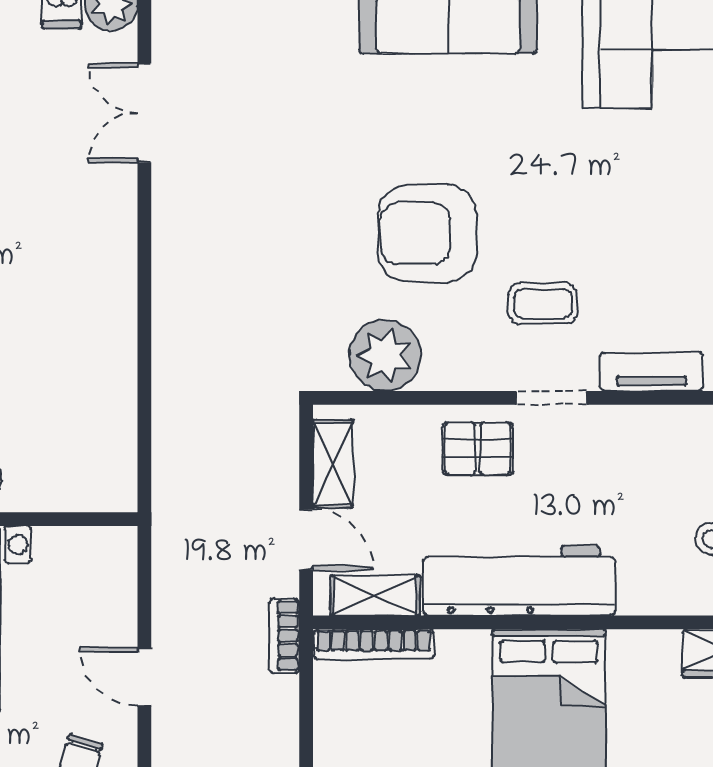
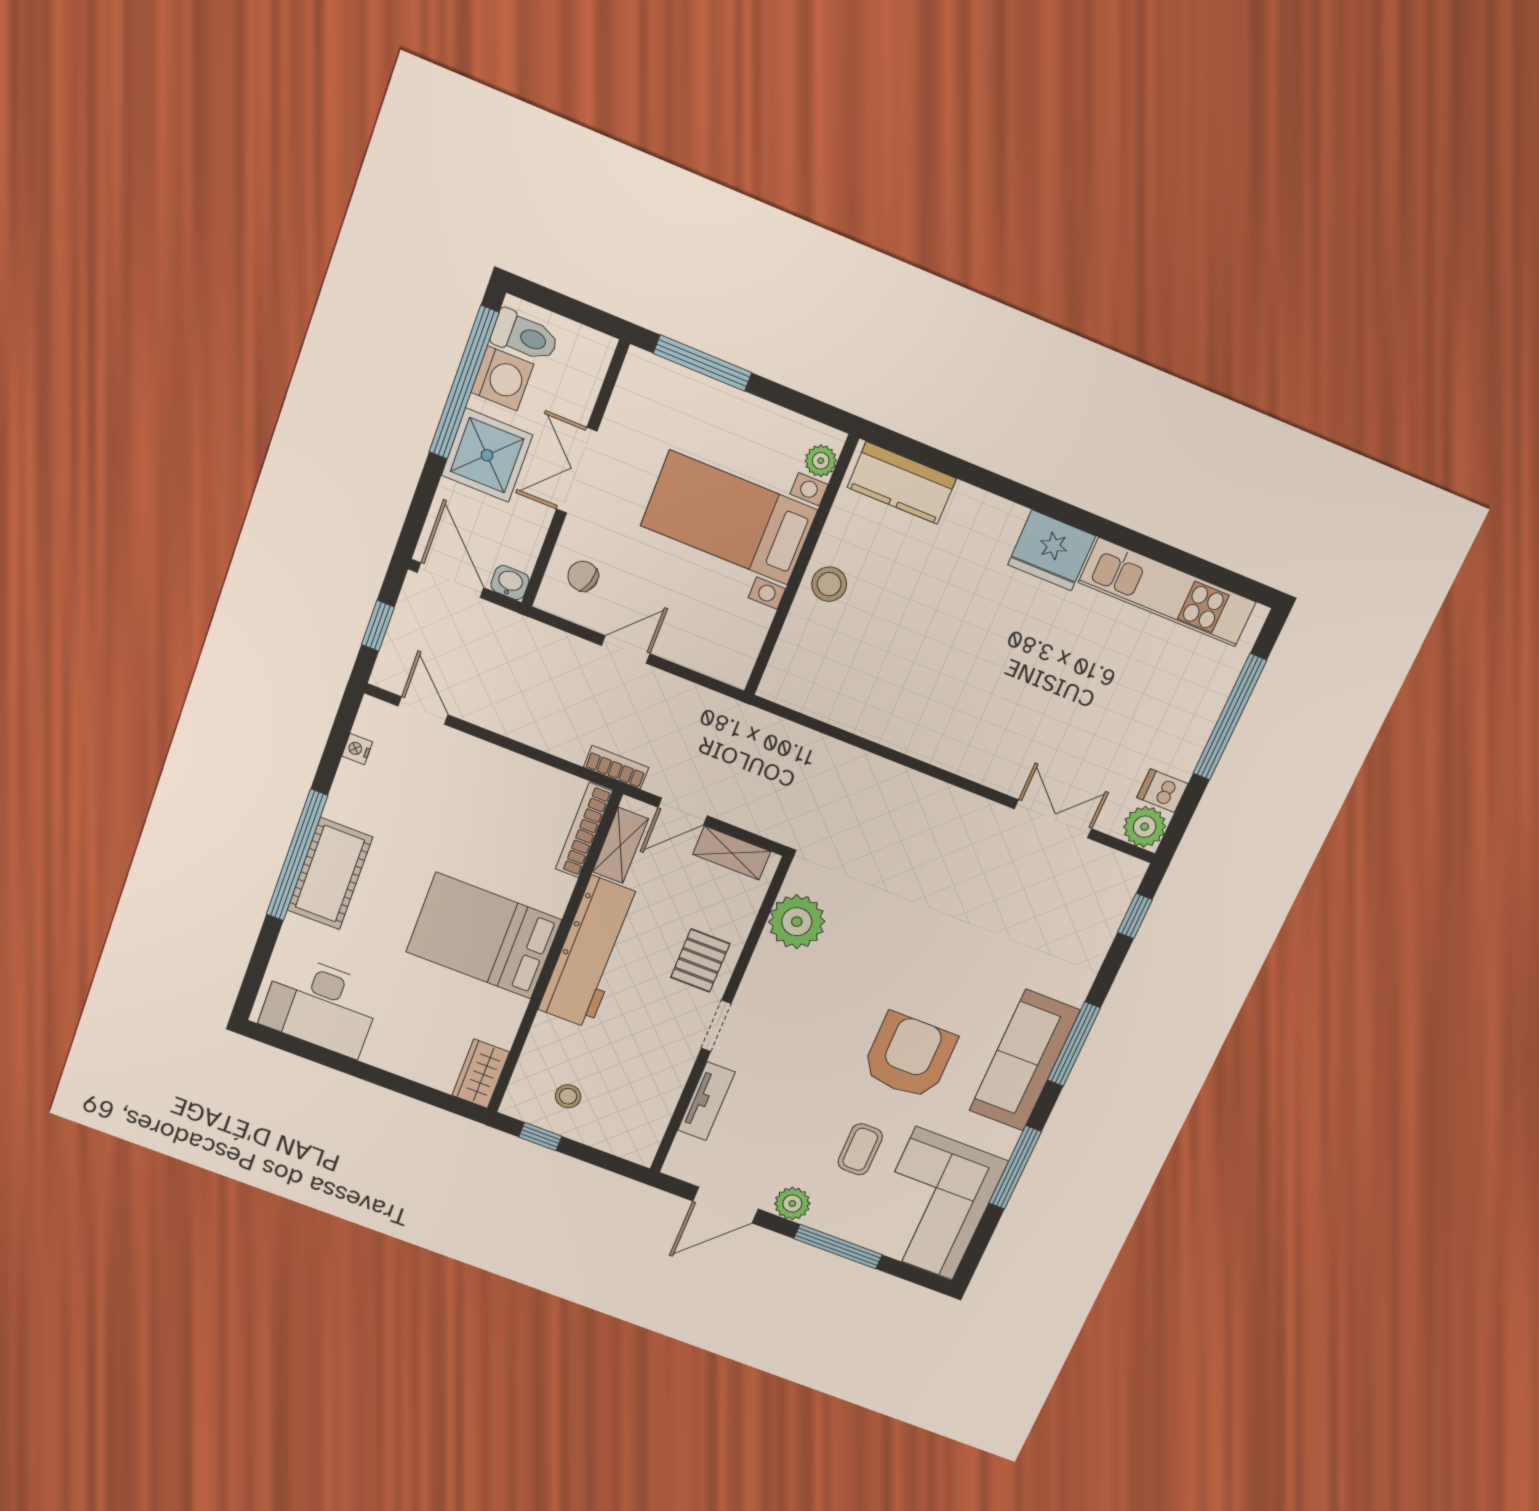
armchair: (427, 233) -> (909, 1056), moved
coffee table: (543, 303) -> (860, 1149), moved

